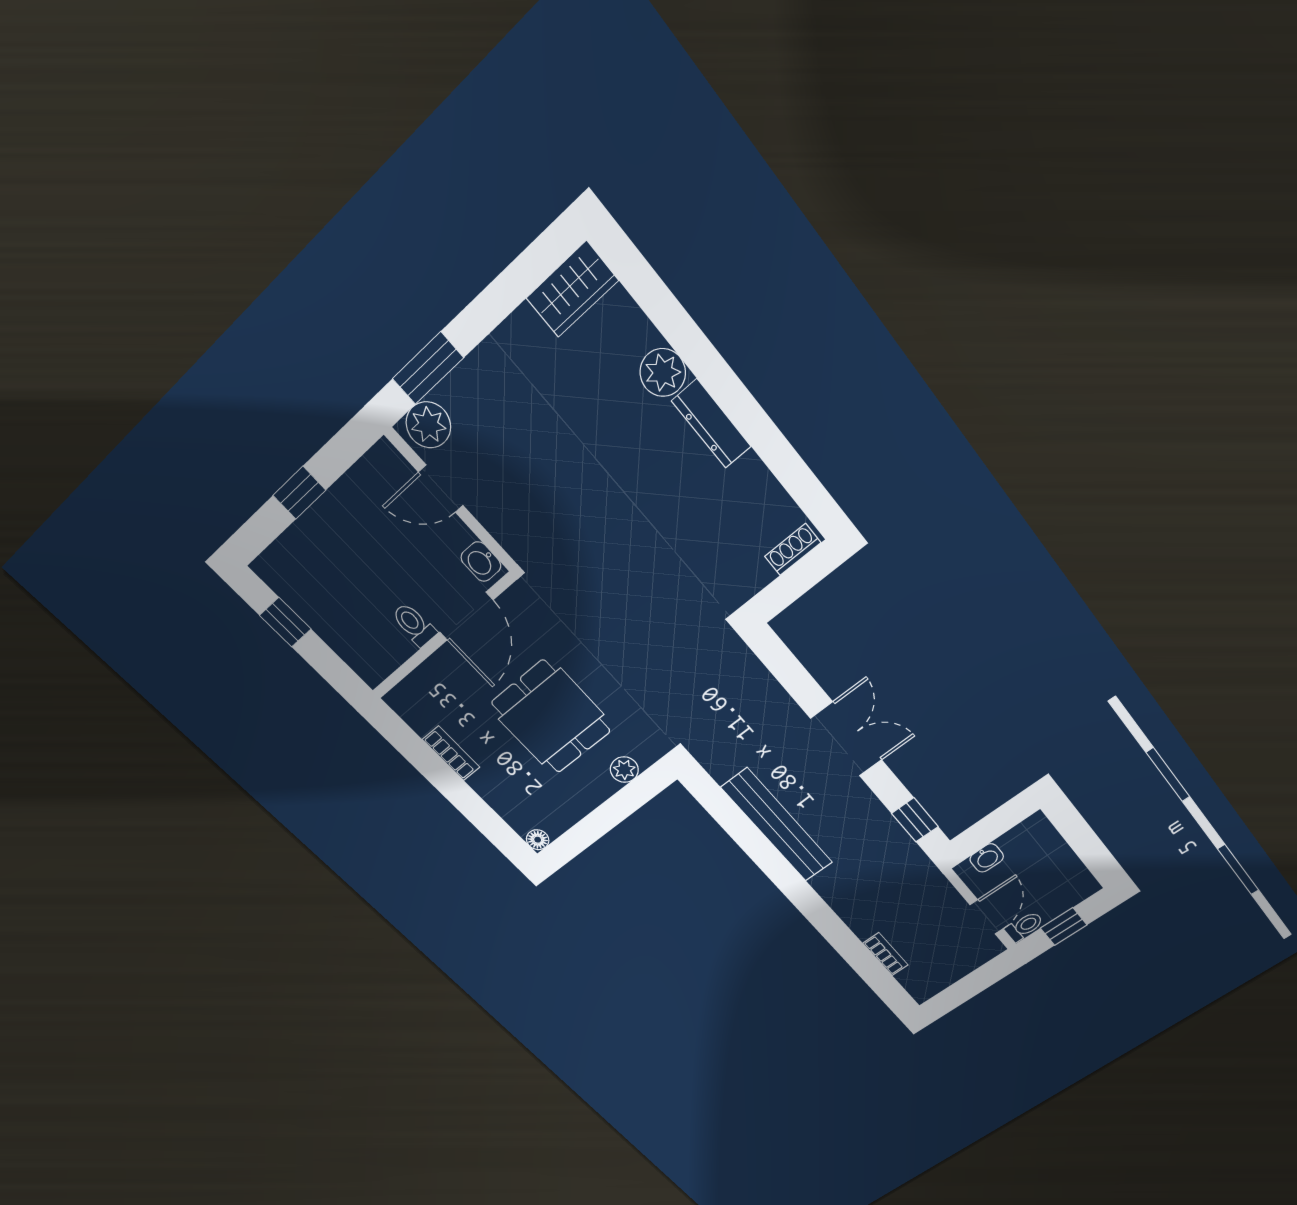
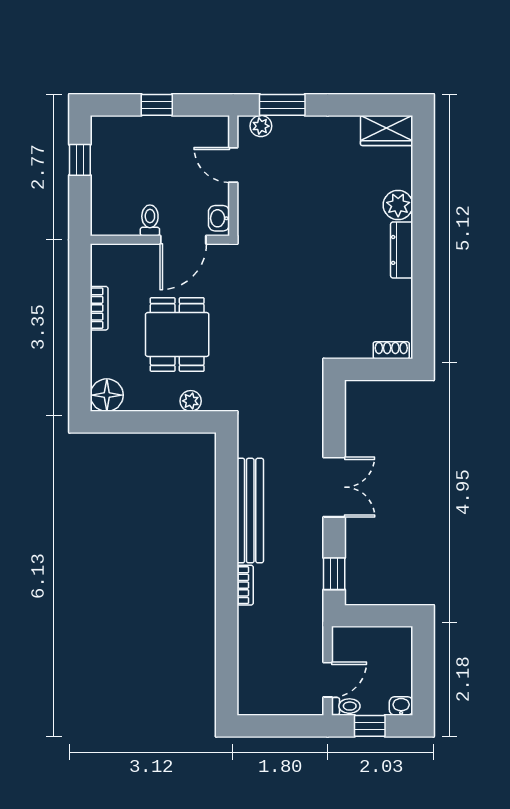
plant: (428, 425) -> (261, 126), width x0.73, depth x0.73
floor lamp: (538, 840) -> (107, 395), width x1.89, depth x1.89
washbasin: (987, 858) -> (401, 706), moved, turned 180
bookcase: (886, 954) -> (245, 585), moved

